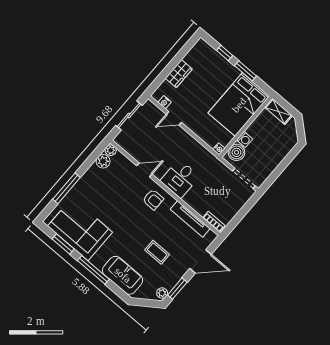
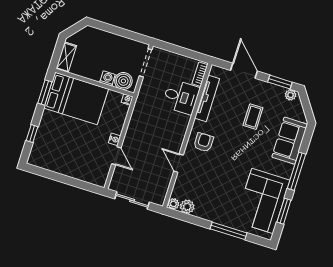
window: (246, 71) -> (45, 93), moved
wardrobe: (179, 74) -> (71, 170), removed
nightstand: (165, 102) -> (115, 139), moved
desk: (180, 178) -> (181, 97), moved

